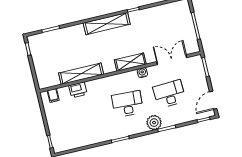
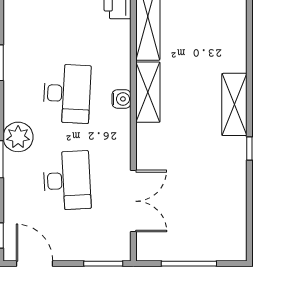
shelving: (107, 24) -> (234, 104), width x0.68
shelving: (130, 62) -> (148, 92), moved
water cooler: (142, 73) -> (121, 99), moved

